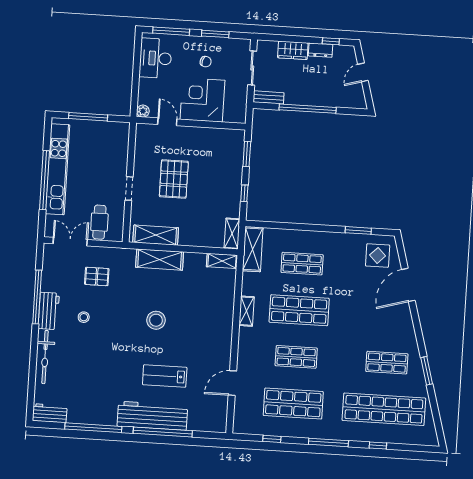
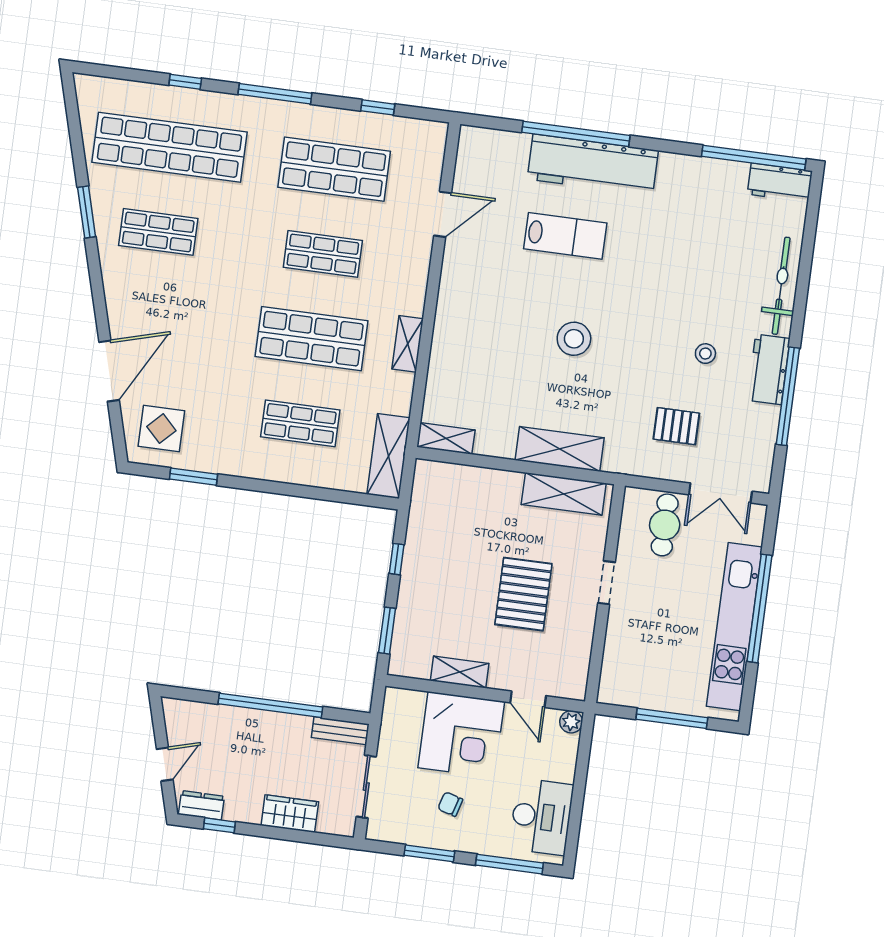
dresser: (321, 50) -> (201, 805), moved
shelving: (232, 234) -> (460, 672), moved, turned 90
window: (93, 428) -> (754, 158), moved

